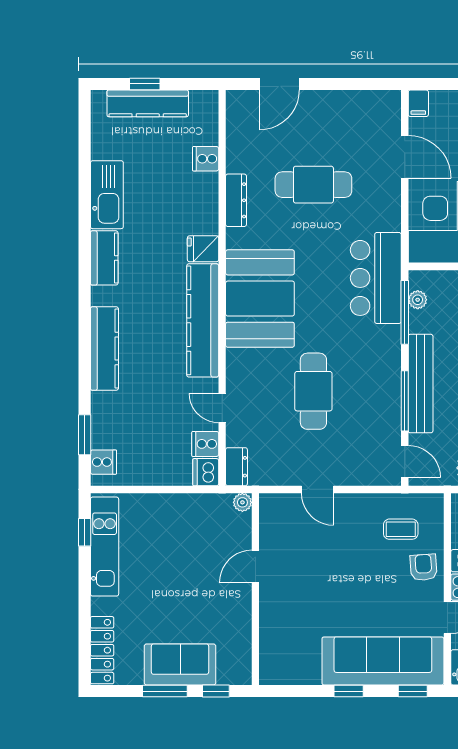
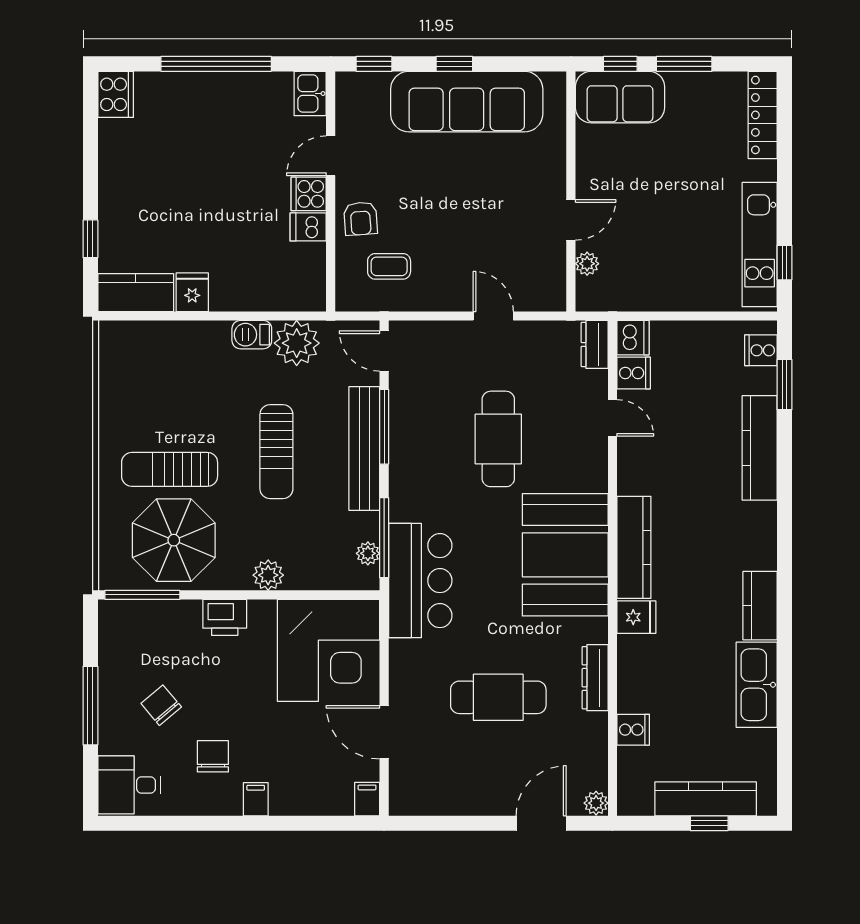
plant: (235, 100) -> (596, 803), added
kitchen counter: (203, 320) -> (634, 547), width x0.72, depth x0.86
kitchen counter: (104, 349) -> (760, 448), moved
plant: (242, 502) -> (587, 264), moved
sofa: (383, 661) -> (467, 102), moved
sofa: (180, 664) -> (620, 97), moved

